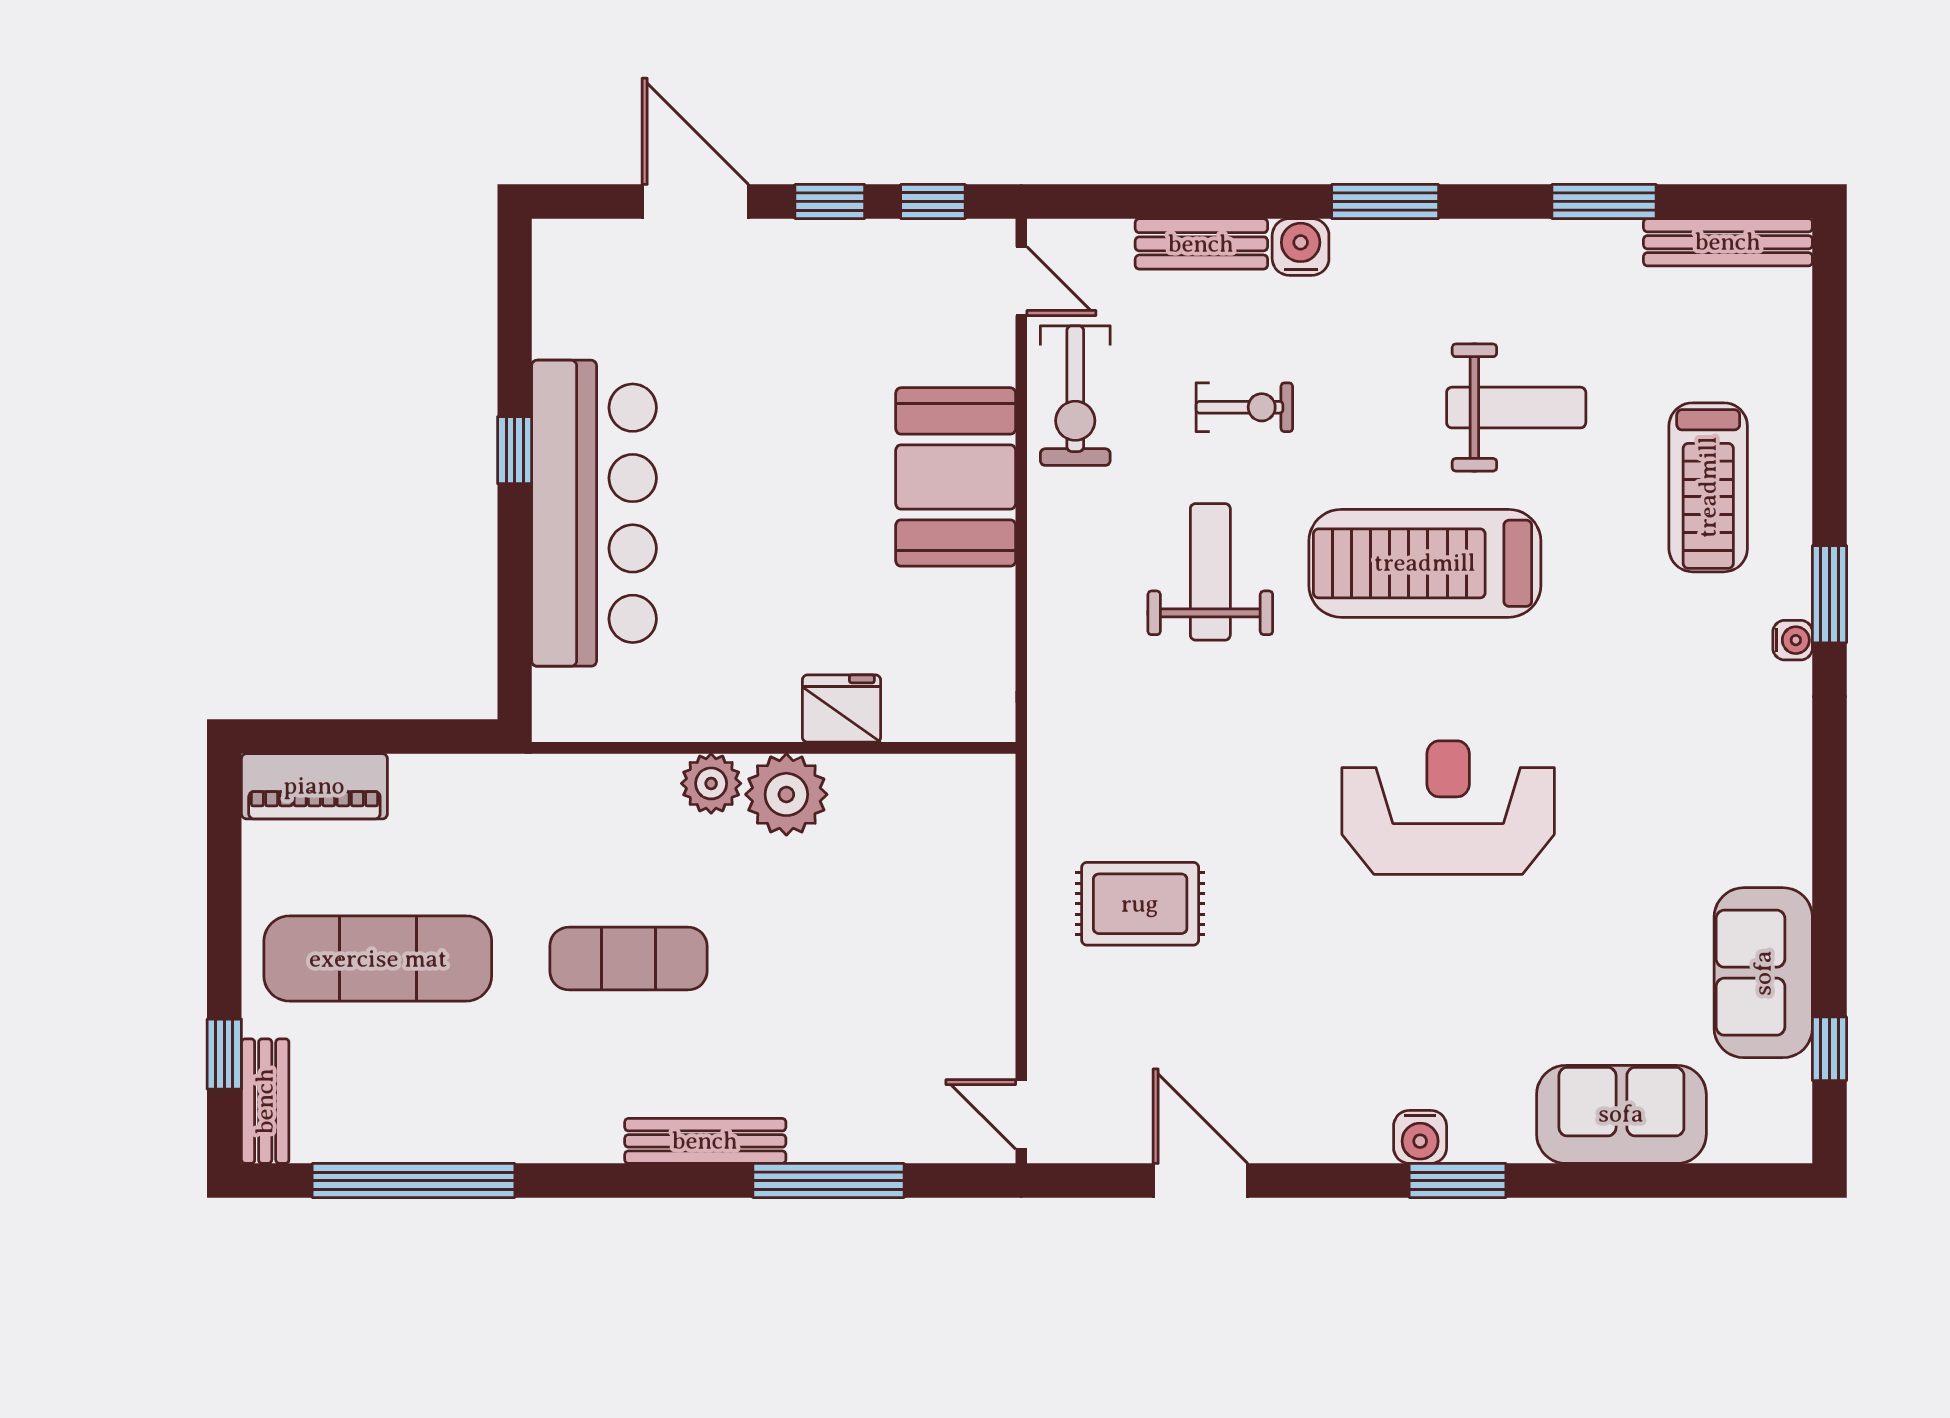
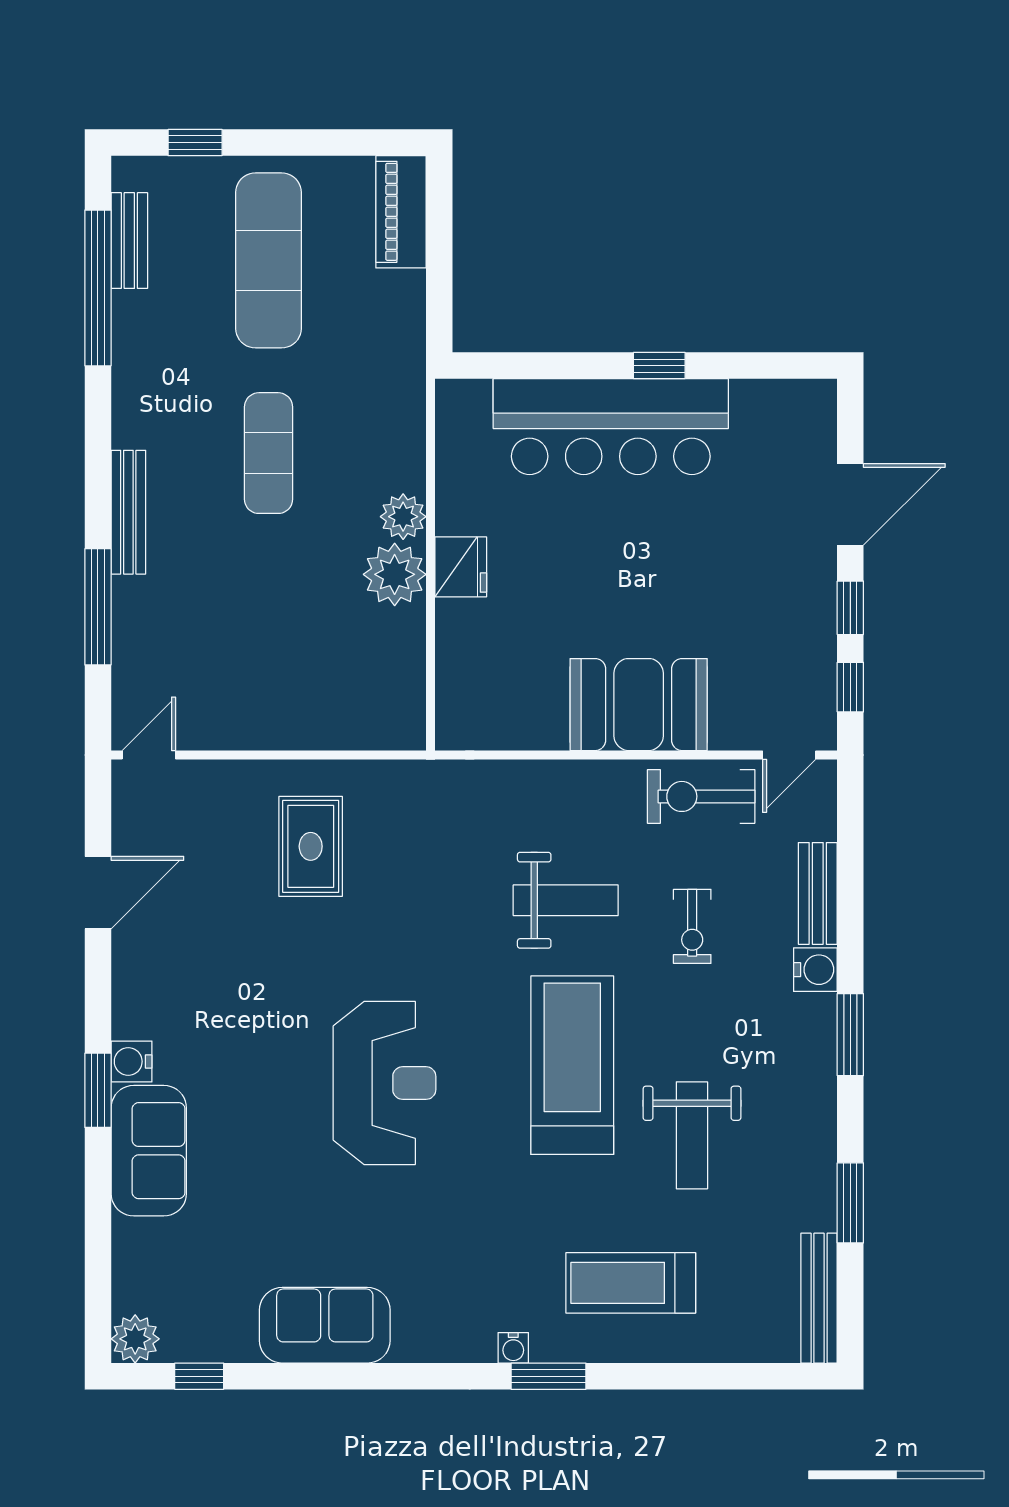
fridge: (842, 709) -> (461, 567), moved
sofa: (1763, 973) -> (325, 1325), moved
bench: (265, 1101) -> (129, 241), moved, turned 90
sofa: (1621, 1114) -> (149, 1151), moved
plant: (1781, 1132) -> (135, 1339), added

